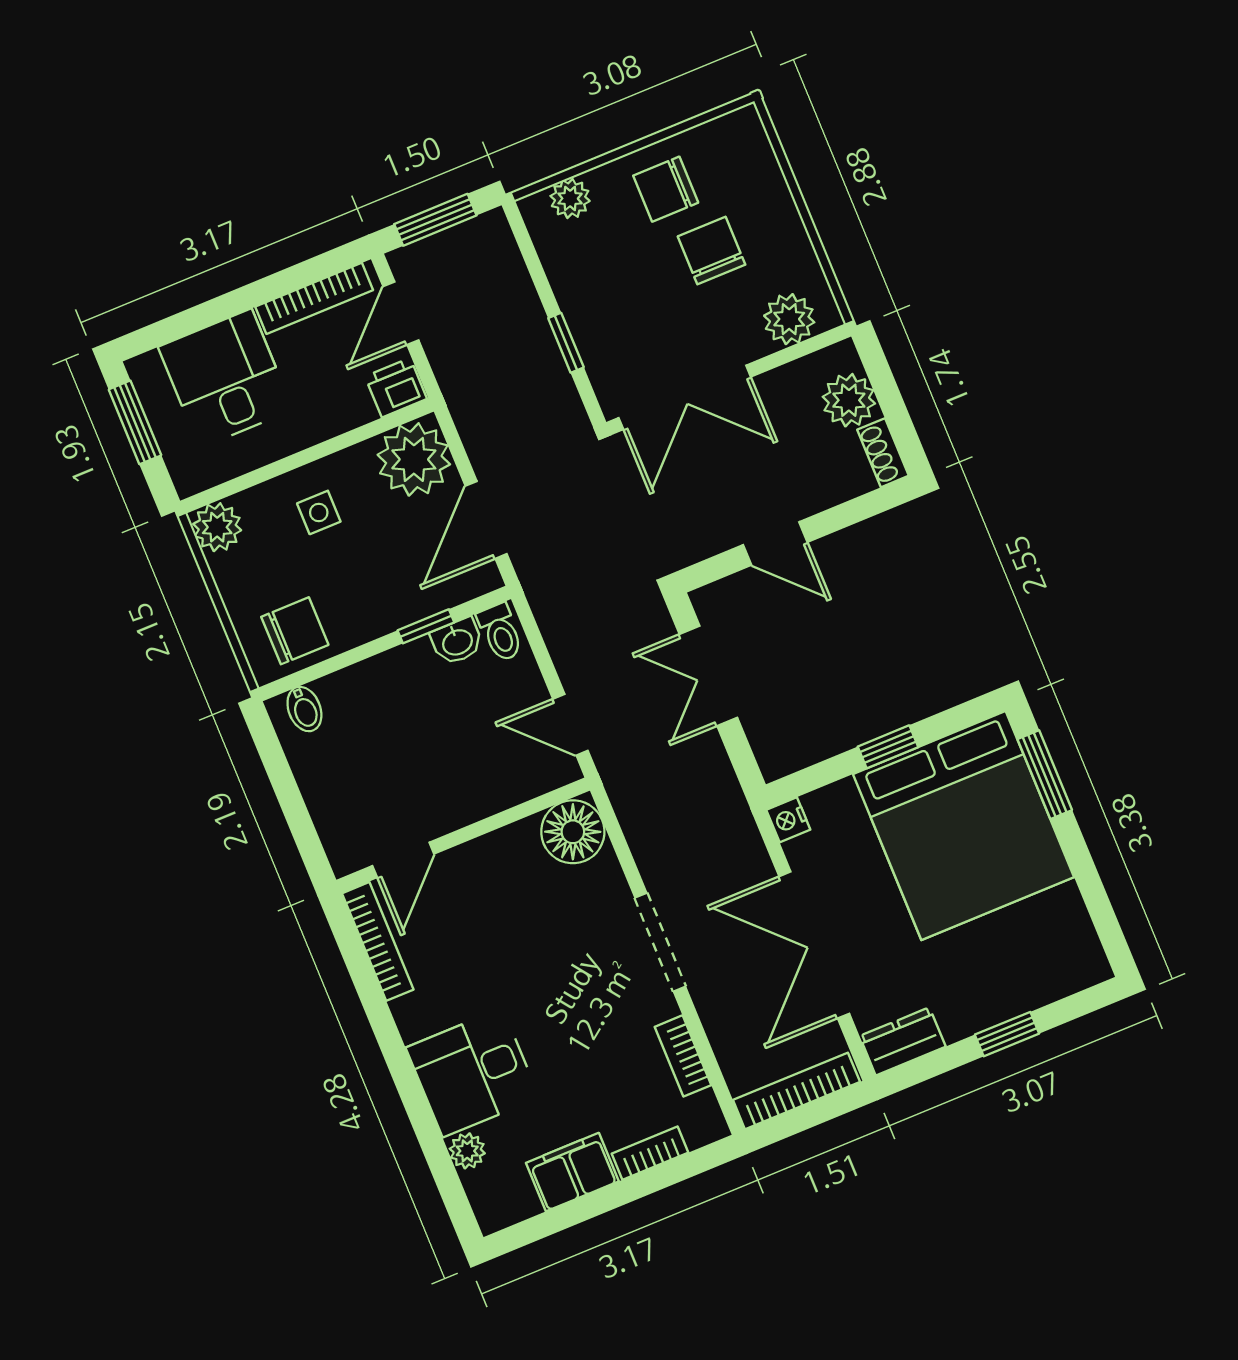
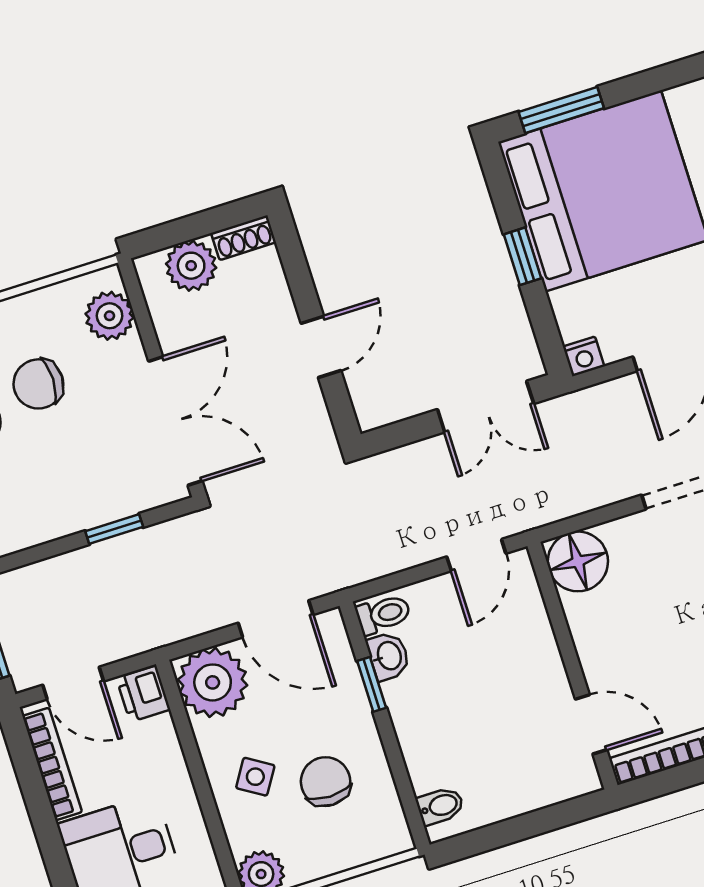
side table: (319, 512) -> (255, 777), turned 32
chair: (295, 631) -> (326, 782), moved
double door: (708, 676) -> (486, 407), moved

